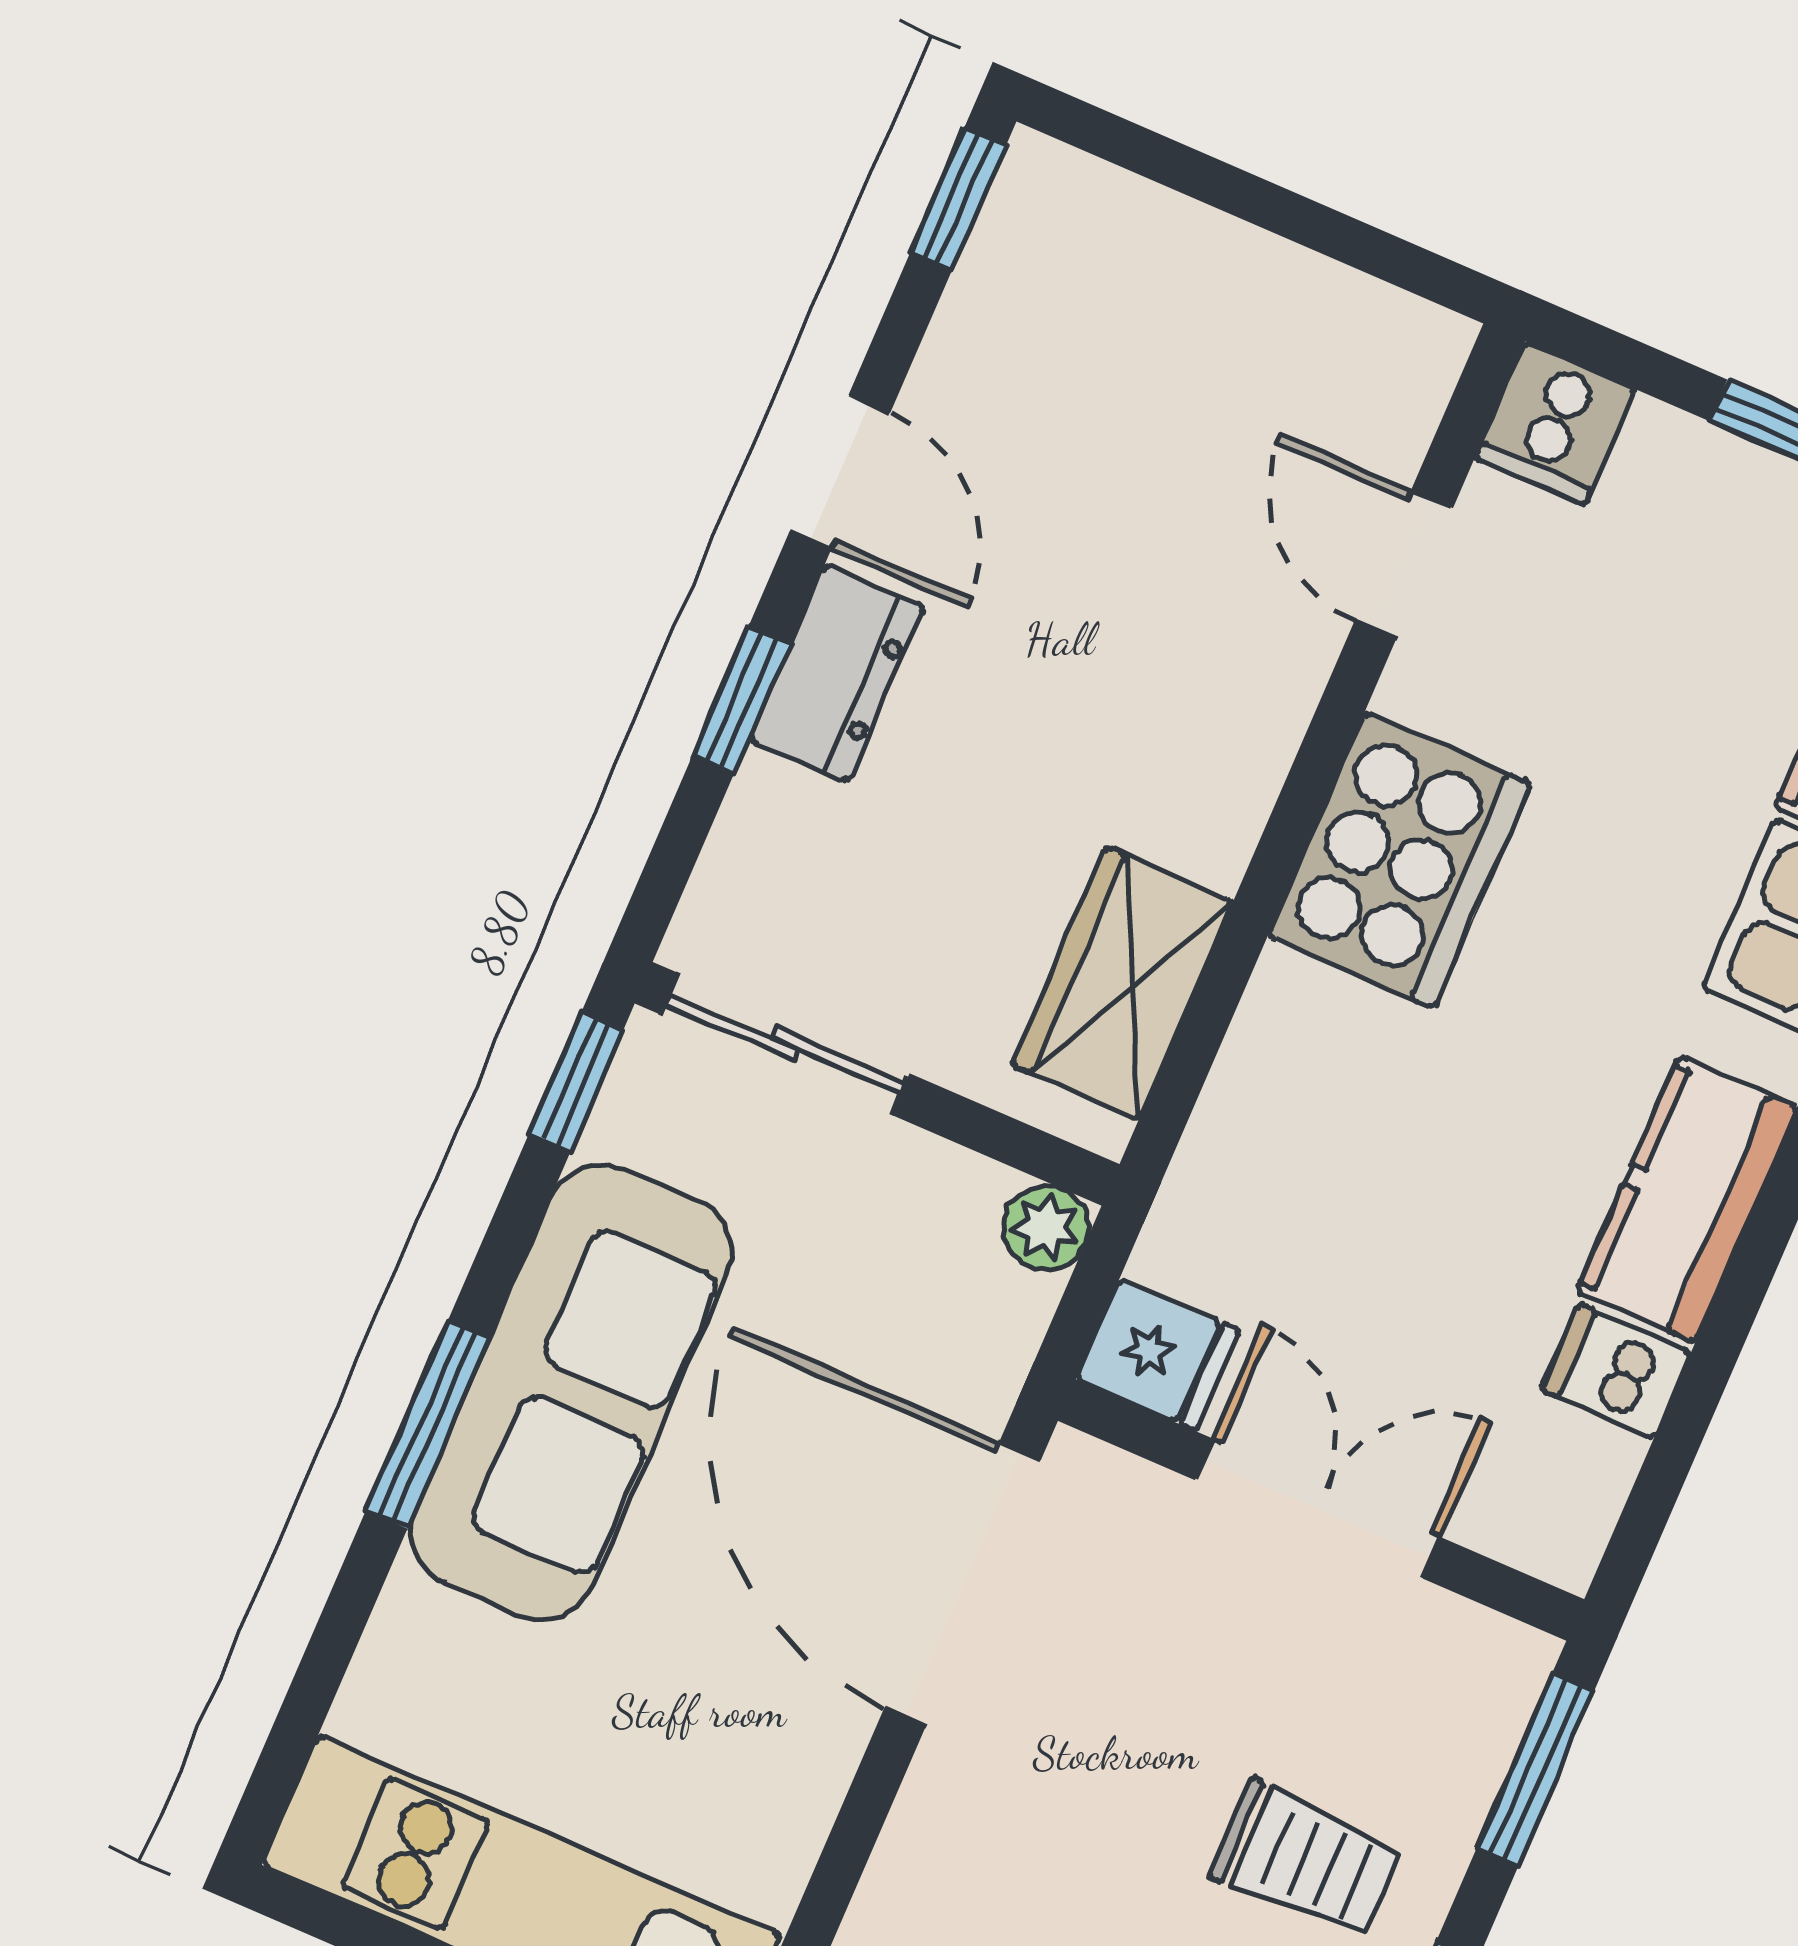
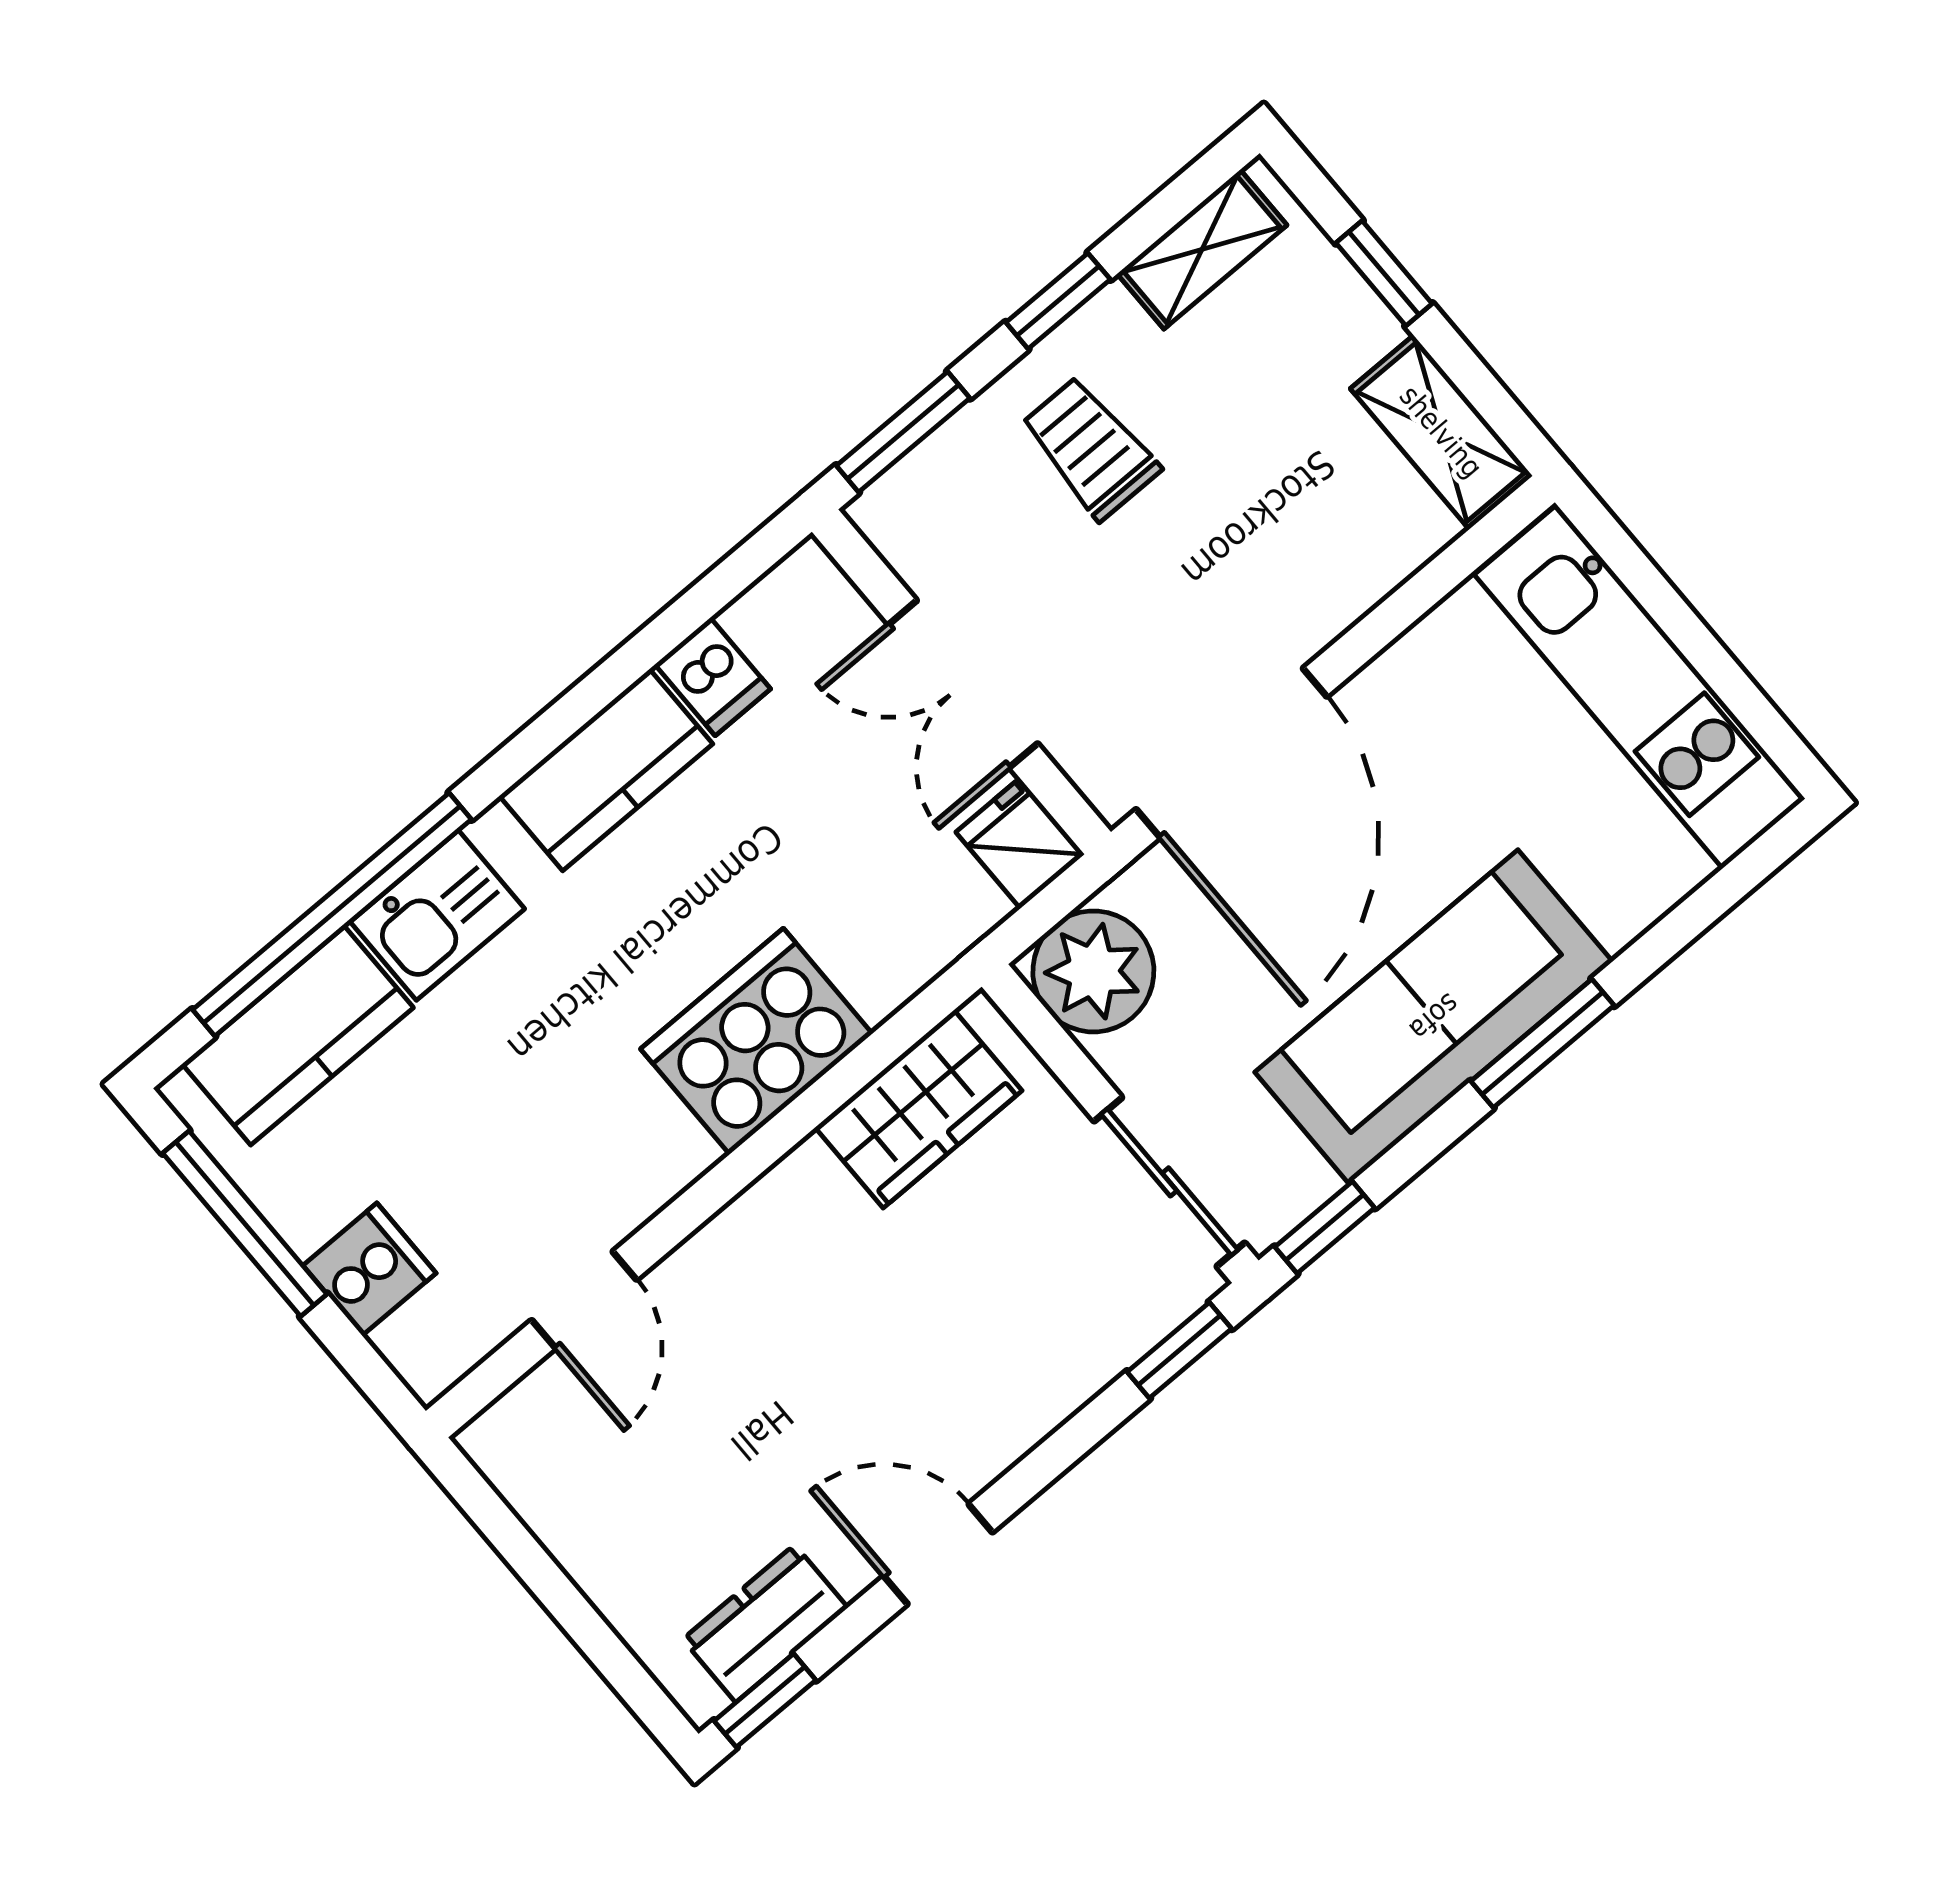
cooker: (1555, 424) -> (369, 1269), moved
door: (840, 472) -> (938, 1554), hinge flipped
dresser: (837, 673) -> (765, 1623), moved
window: (741, 701) -> (1179, 1350), moved
cooker: (1399, 860) -> (756, 1041), moved
plant: (1046, 1228) -> (1093, 971), width x1.87, depth x1.87

